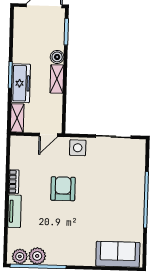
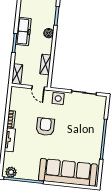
shelving: (57, 79) -> (45, 64), moved
freezer: (21, 83) -> (23, 31), moved
door: (48, 135) -> (38, 88), hinge flipped
sofa: (118, 254) -> (68, 172), width x1.85, depth x1.27
plant: (37, 256) -> (23, 173), removed

